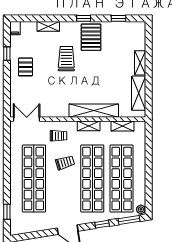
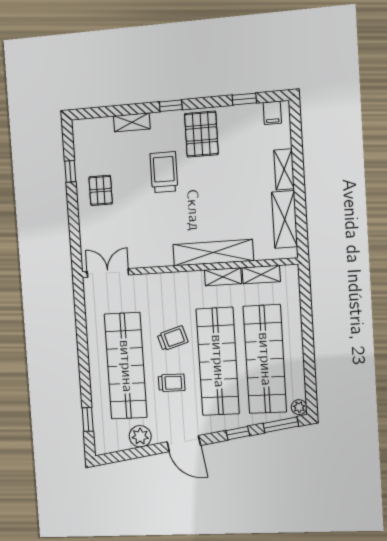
window: (84, 18) -> (171, 106), moved
filing cabinet: (15, 28) -> (272, 113), moved
shelving: (89, 126) -> (223, 277), moved
trolley: (59, 136) -> (172, 383), moved
plant: (40, 224) -> (140, 436), added

